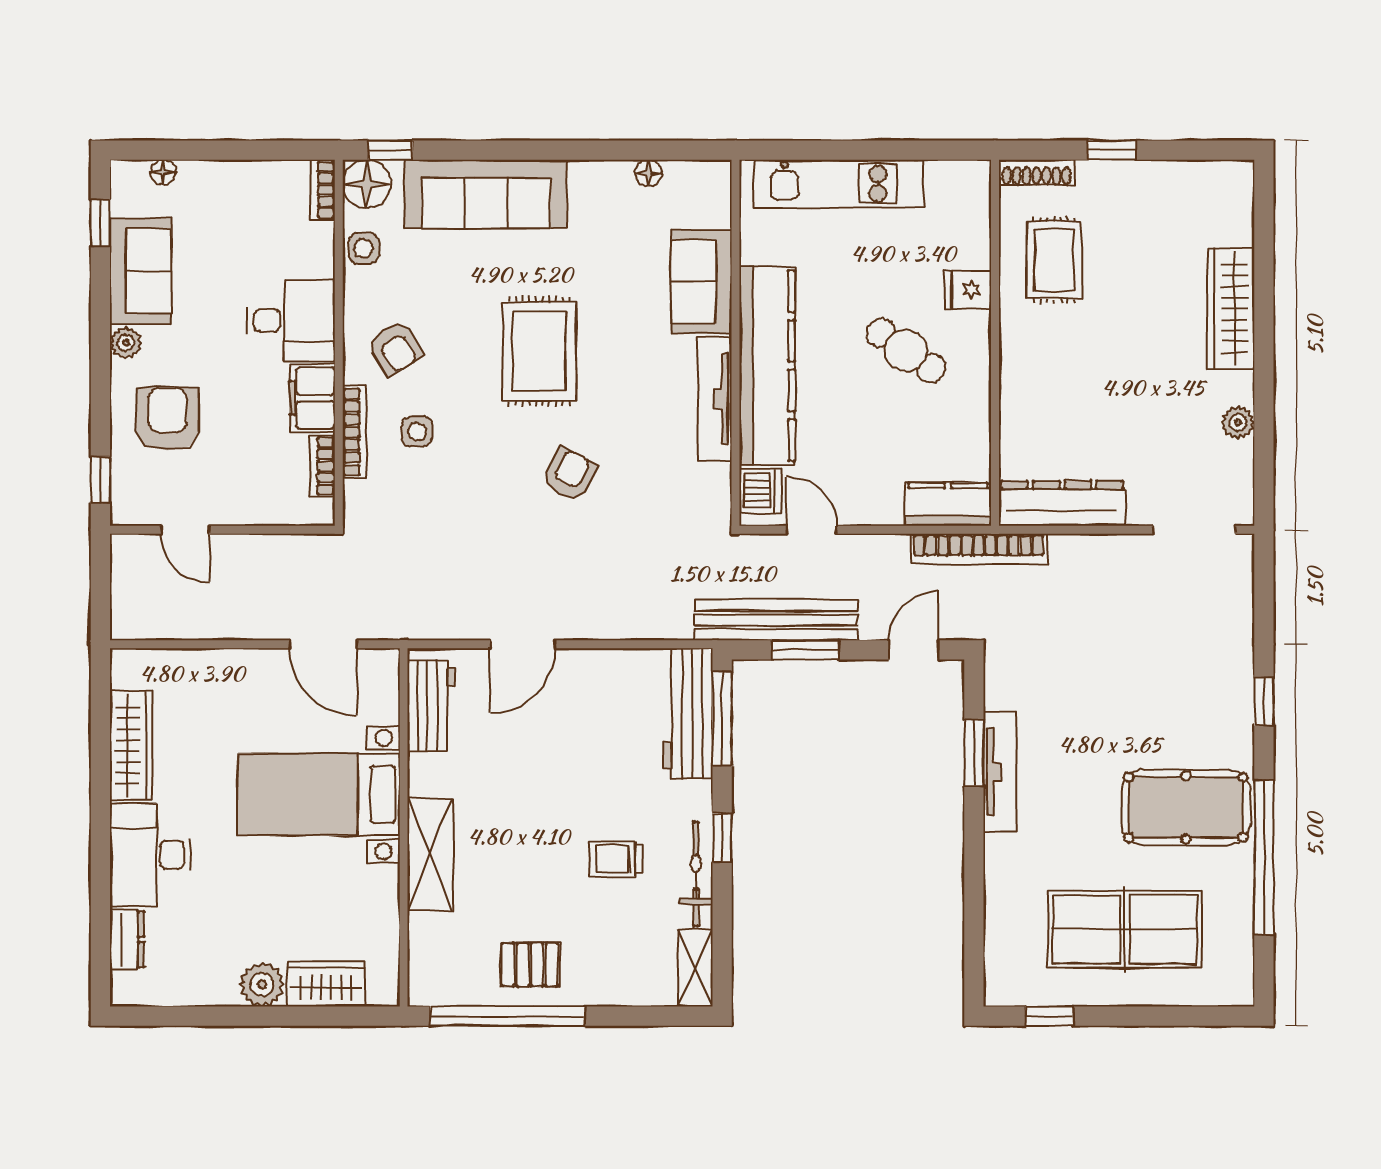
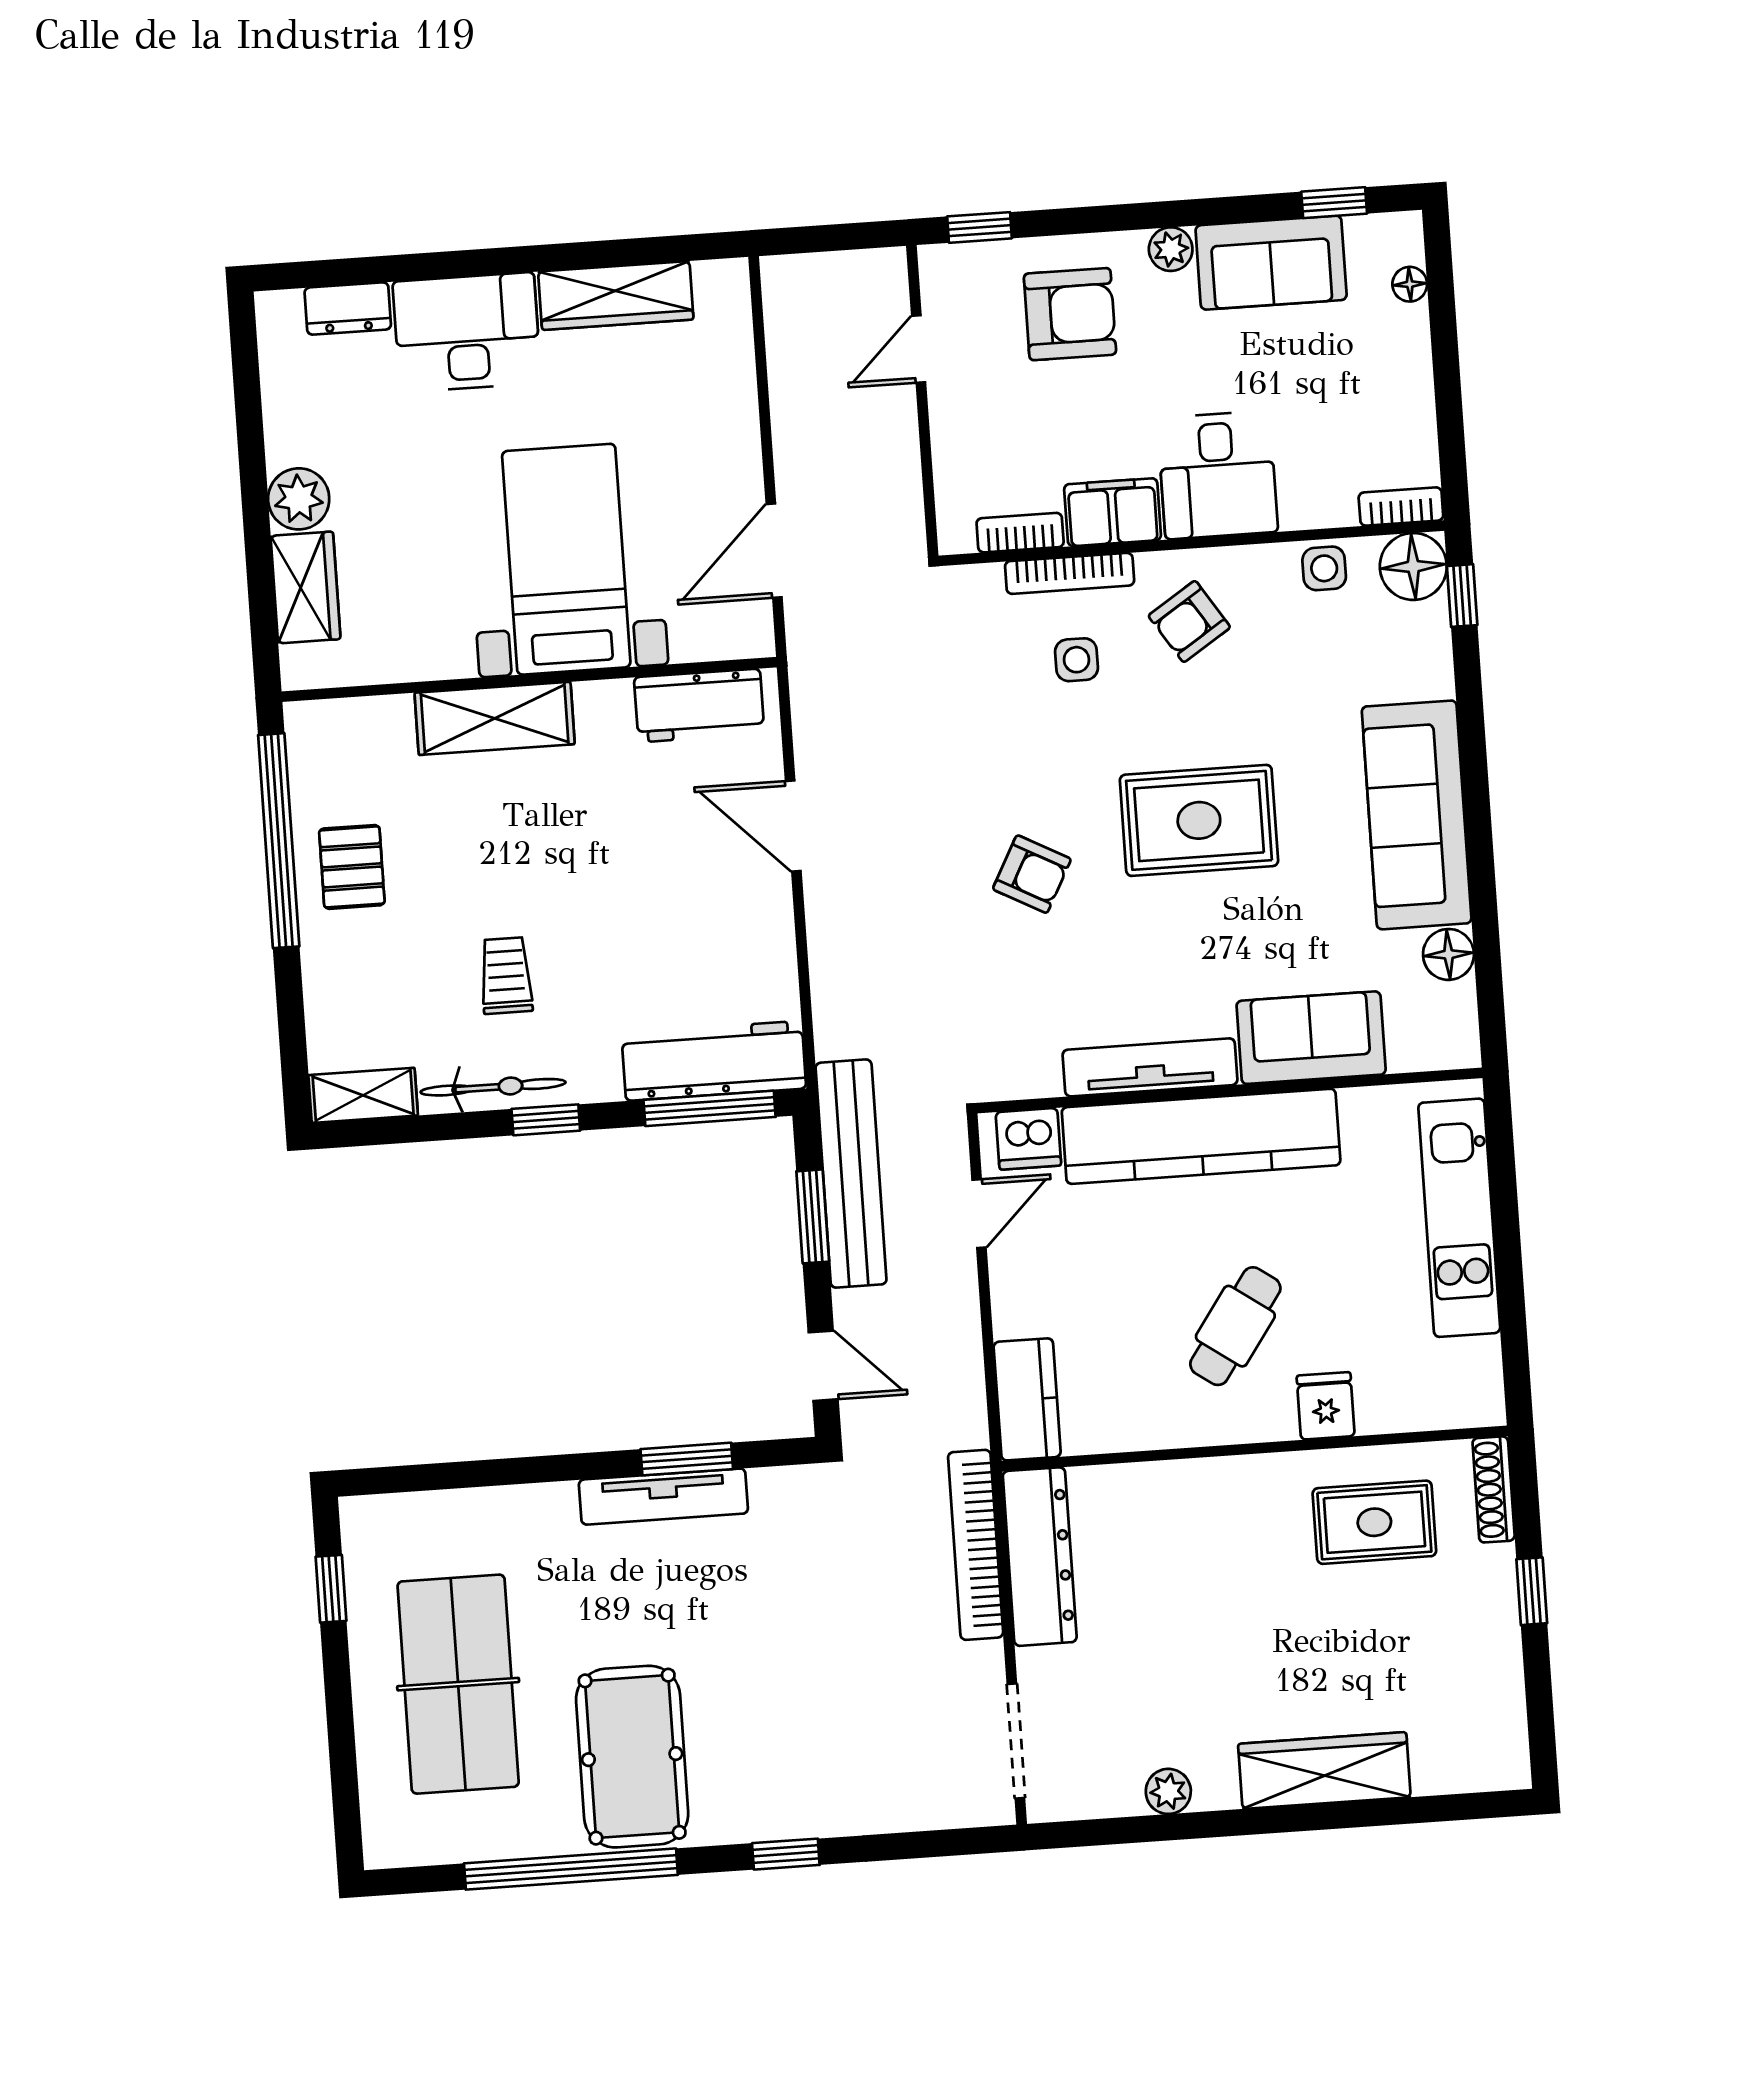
floor lamp: (648, 173) -> (1448, 954), width x1.37, depth x1.37
sofa: (486, 194) -> (1417, 815), moved
bookcase: (979, 549) -> (976, 1545), moved

